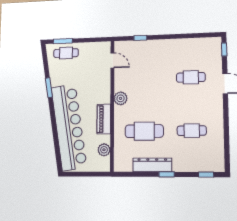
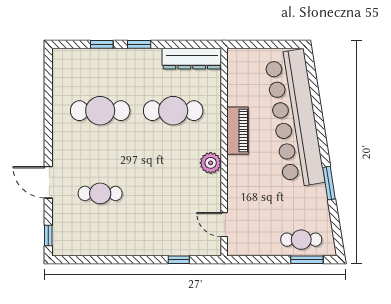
cafe table: (192, 131) -> (100, 111), width x1.37, depth x1.35
plant: (104, 150) -> (237, 82), removed
dresser: (152, 165) -> (192, 59), moved
window: (206, 175) -> (102, 44), moved

